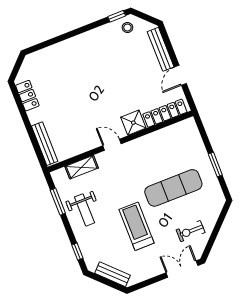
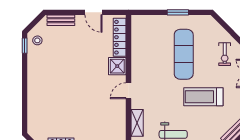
bench: (161, 49) -> (61, 20), width x0.73

